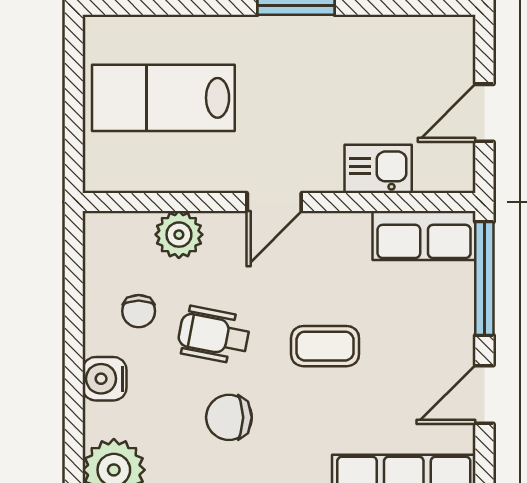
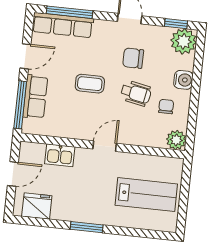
fridge: (419, 43) -> (37, 206), added
plant: (179, 235) -> (176, 140), moved
row of seats: (424, 236) -> (35, 97), moved, turned 90
chair: (229, 417) -> (133, 58), turned 180

